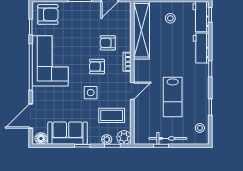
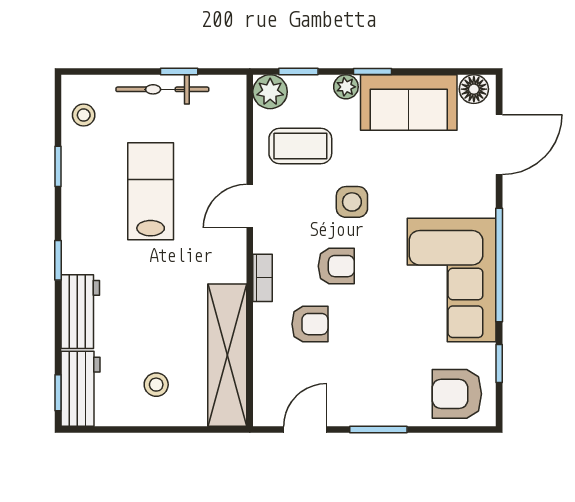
plant: (107, 139) -> (346, 87), moved

